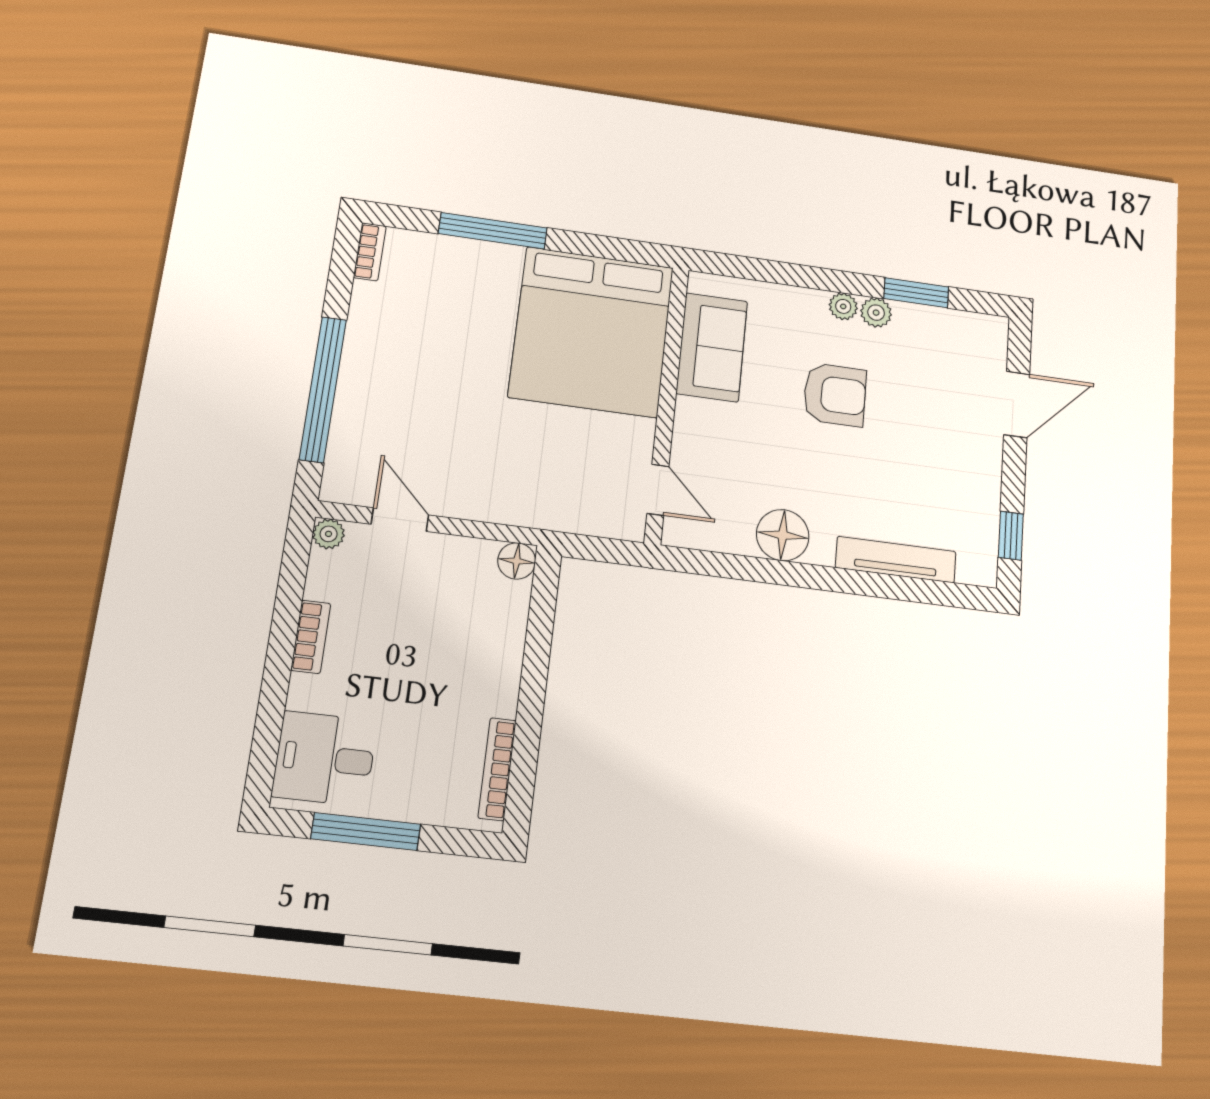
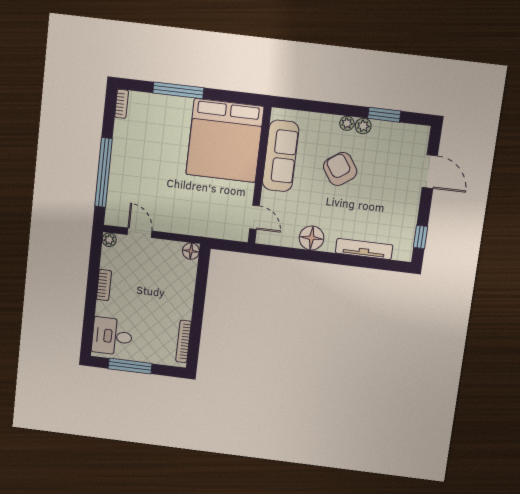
sofa: (712, 347) -> (281, 156), width x1.36
armchair: (835, 395) -> (340, 169), turned -125
door: (1017, 404) -> (430, 172), hinge flipped

